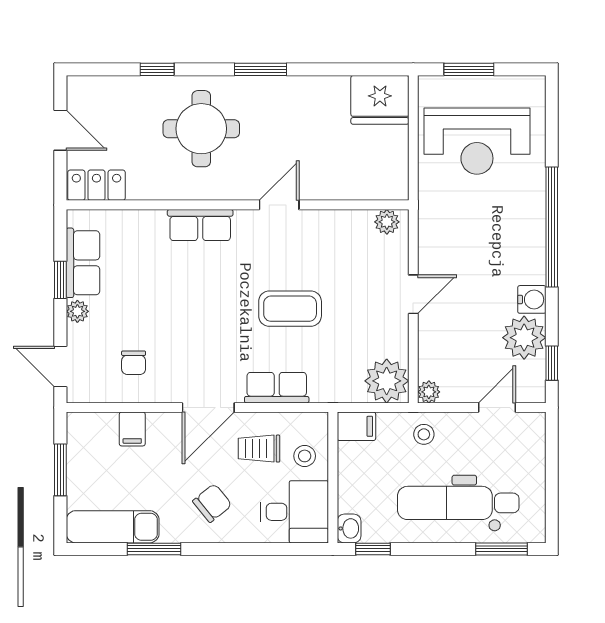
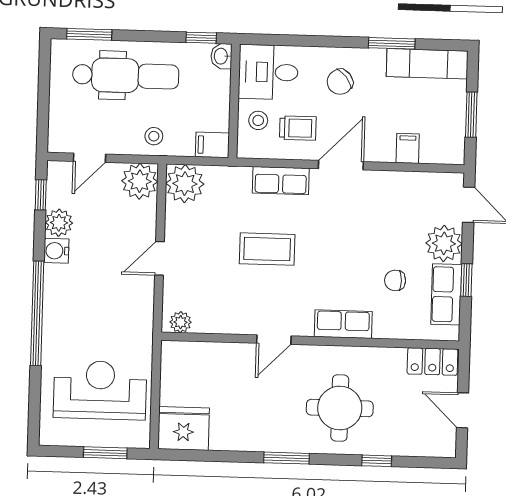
plant: (77, 311) -> (444, 243), width x1.88, depth x1.88
plant: (524, 338) -> (59, 223), width x0.73, depth x0.73
chair: (134, 363) -> (395, 280), moved, turned -90
plant: (429, 392) -> (140, 181), width x1.88, depth x1.88

